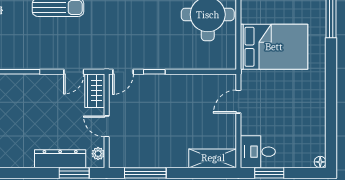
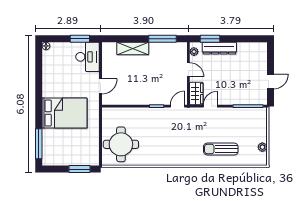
bed: (274, 47) -> (64, 113), moved, turned 180
desk: (258, 152) -> (88, 57), width x1.37
shelving: (213, 158) -> (133, 48), moved

